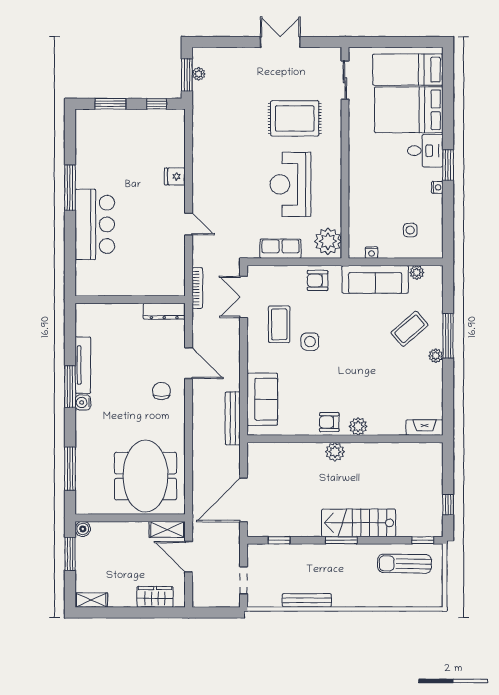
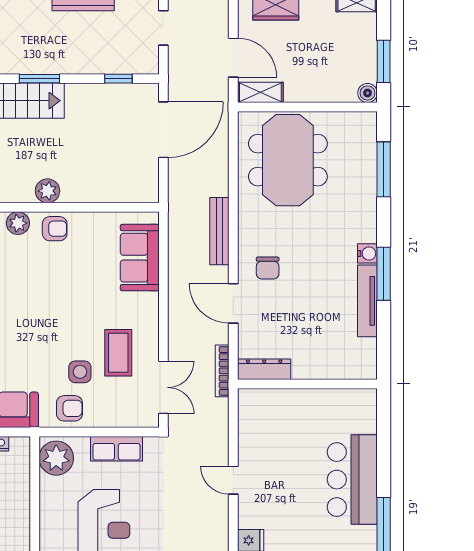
bookcase: (197, 288) -> (222, 371), moved
side table: (310, 342) -> (80, 372), moved
bench: (233, 418) -> (219, 231), moved

